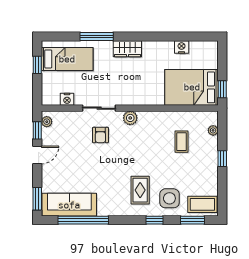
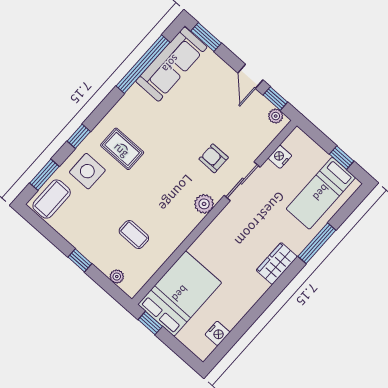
nightstand: (182, 47) -> (217, 333), moved

